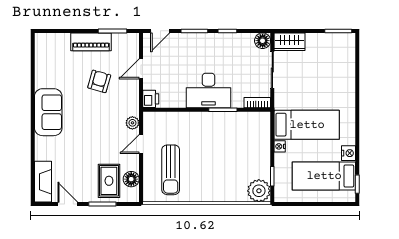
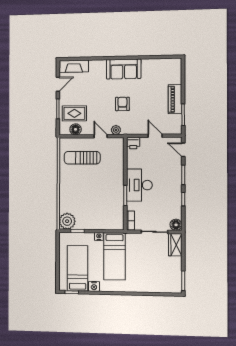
armchair: (99, 81) -> (122, 104), moved, turned -106

